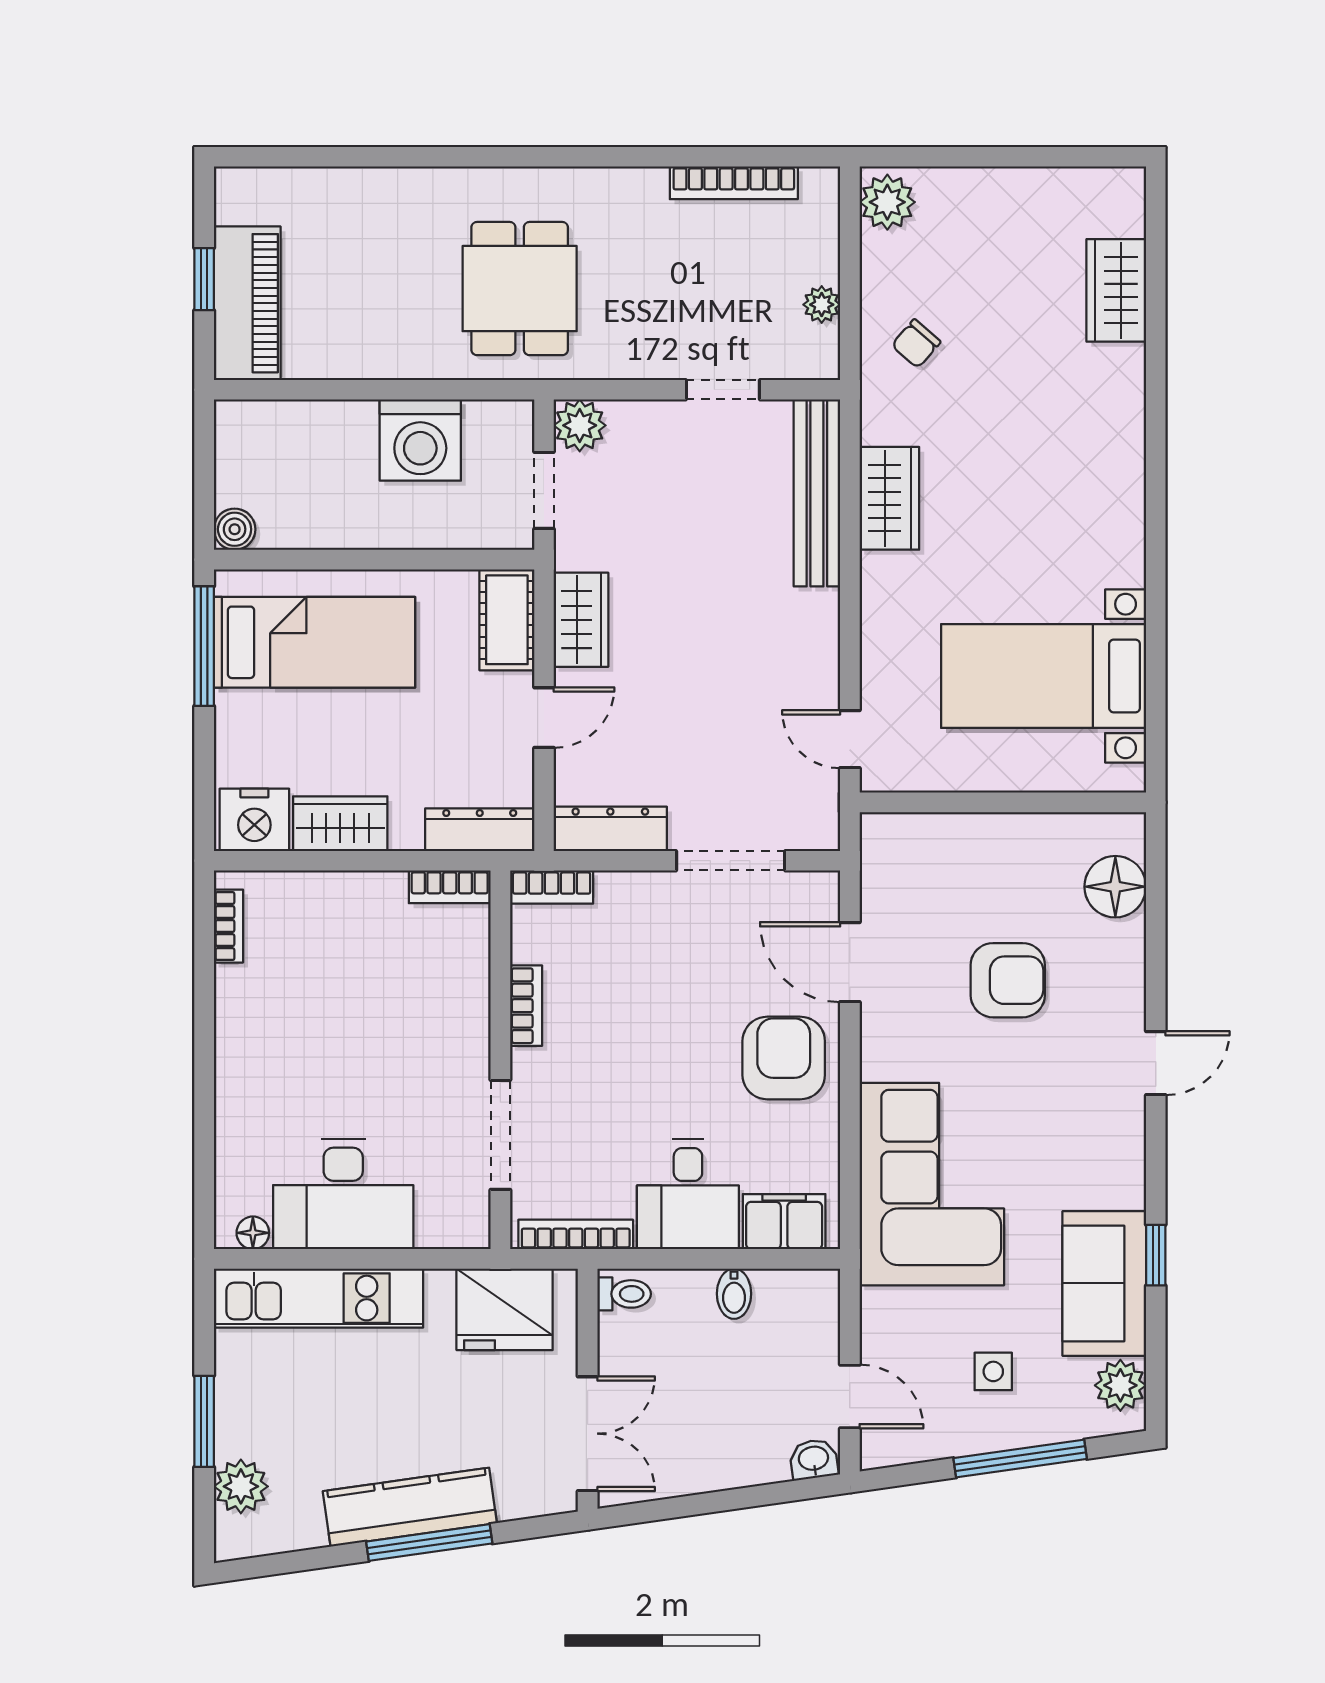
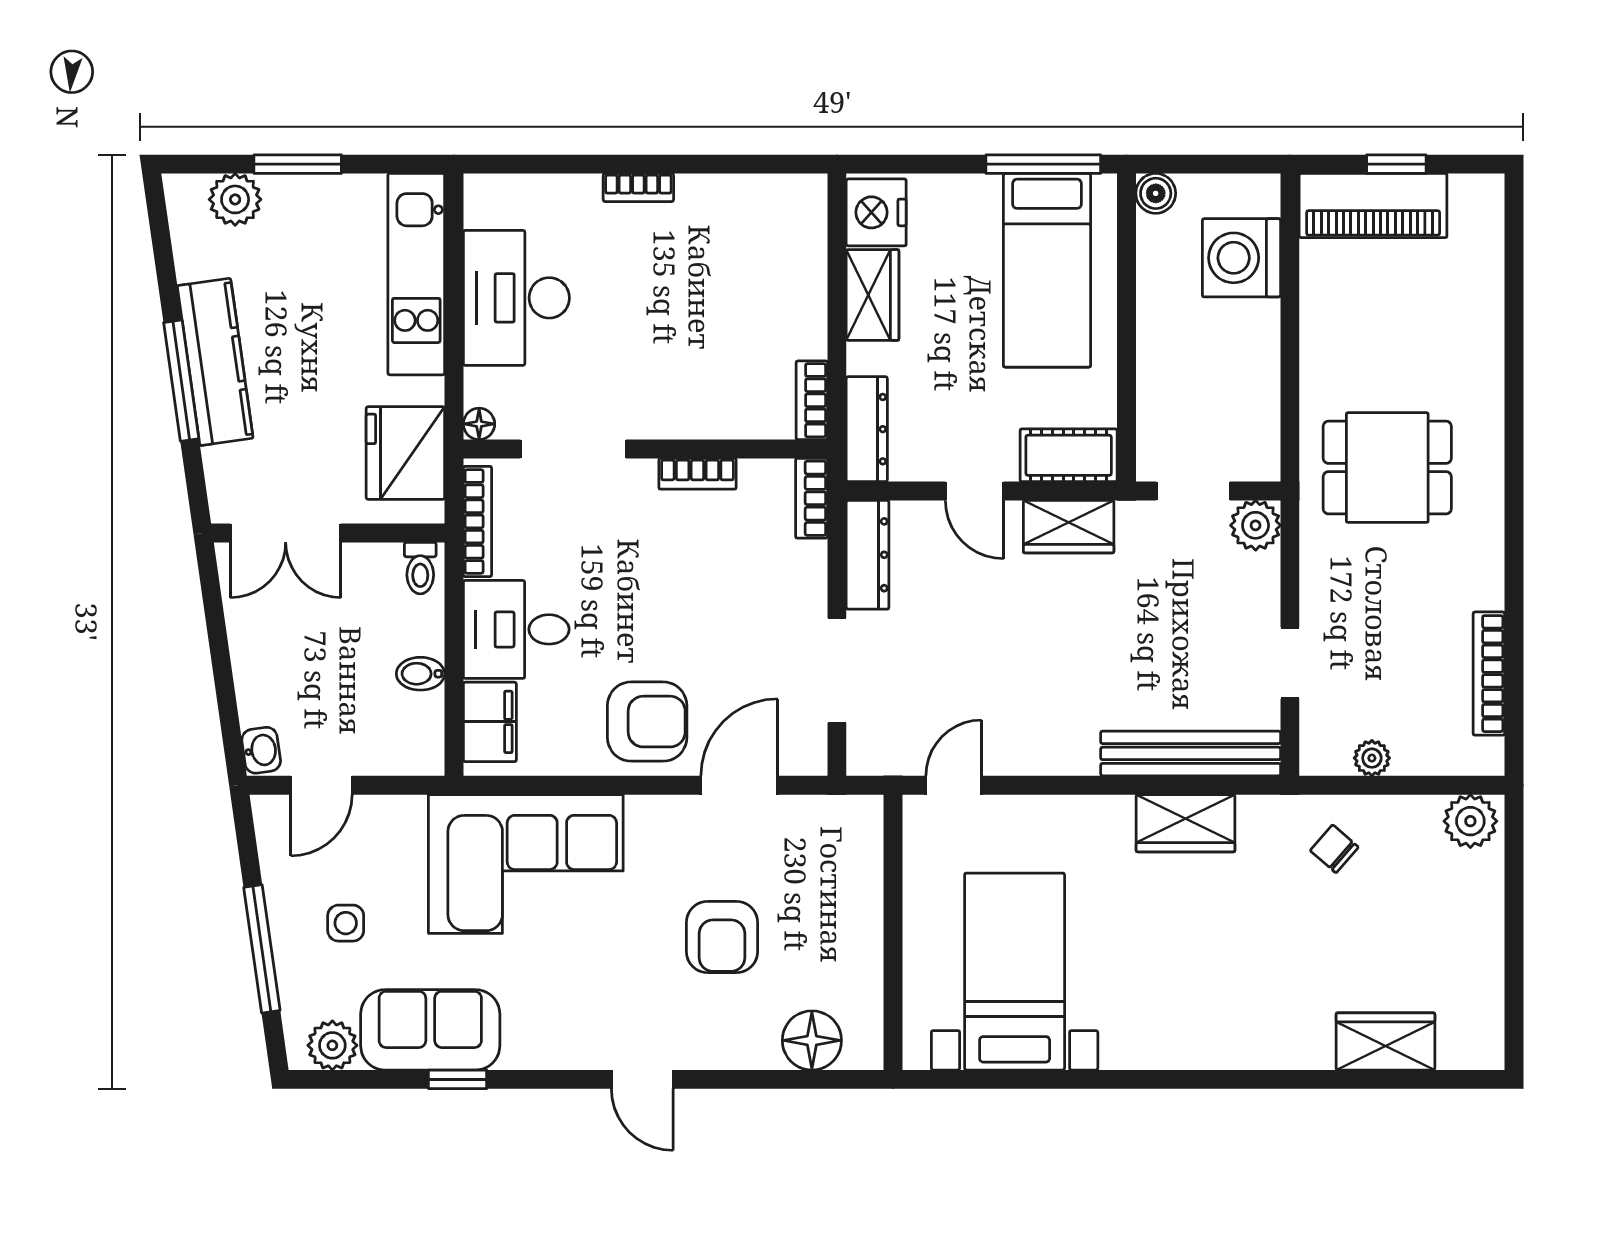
washing machine: (420, 440) -> (1241, 258), moved
bookcase: (228, 926) -> (638, 187), moved
floor lamp: (253, 1233) -> (479, 424), moved

